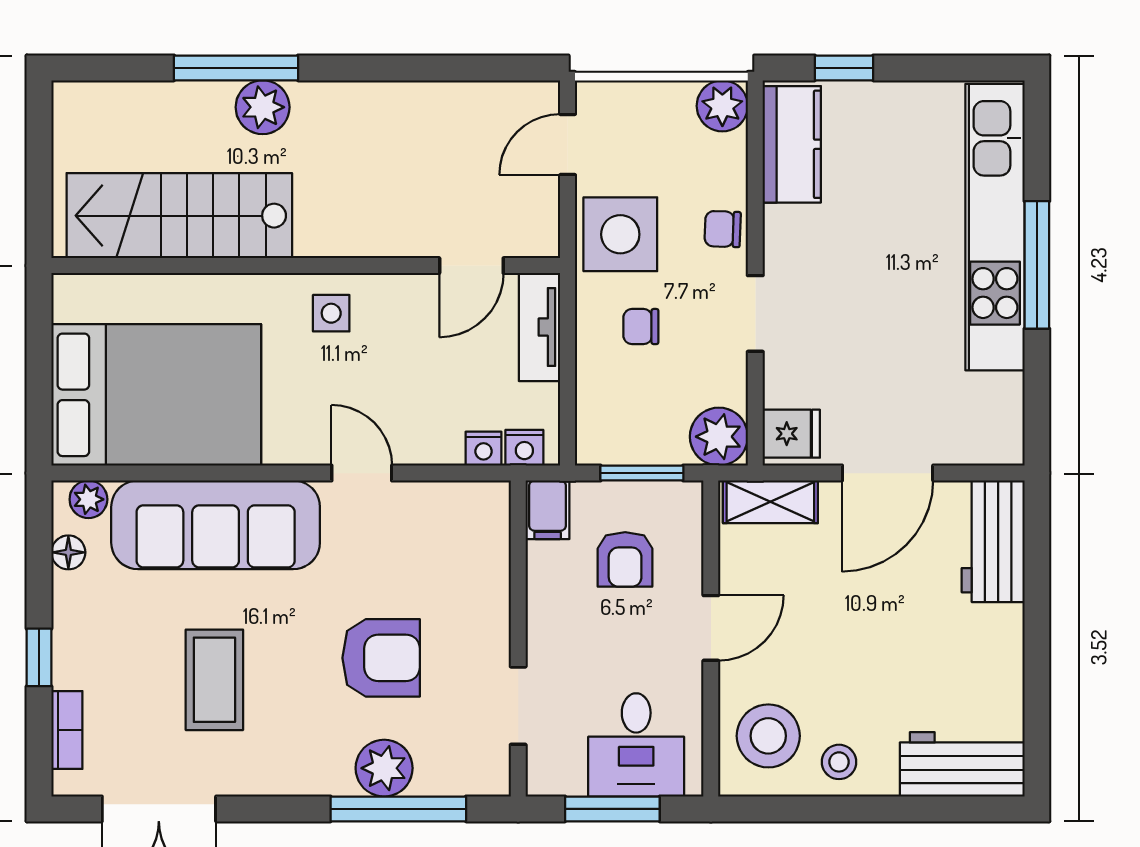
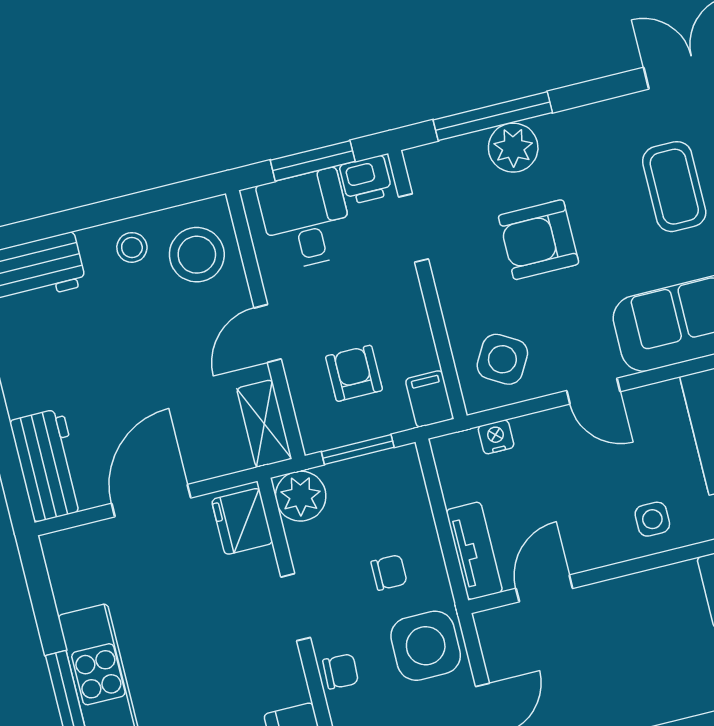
fridge: (791, 434) -> (242, 521), width x1.38
nightstand: (524, 448) -> (462, 446), removed
shelving: (770, 502) -> (264, 424), moved, turned 90
side table: (455, 534) -> (502, 359), added
printer: (558, 773) -> (366, 180), added

